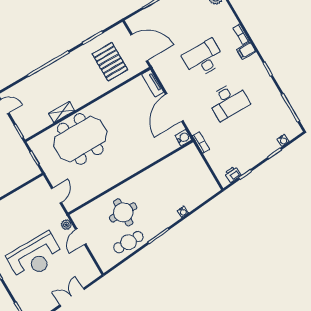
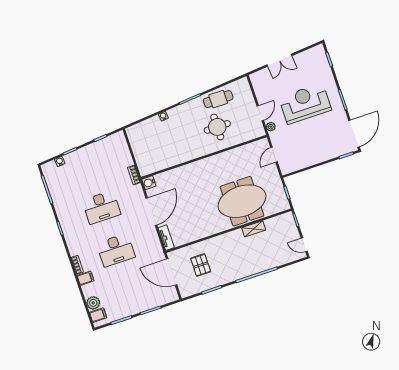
filing cabinet: (246, 51) -> (86, 278), moved
pallet: (110, 62) -> (201, 265), width x0.67, depth x0.71
desk: (228, 101) -> (101, 207), turned 180
printer: (233, 174) -> (111, 140), removed

